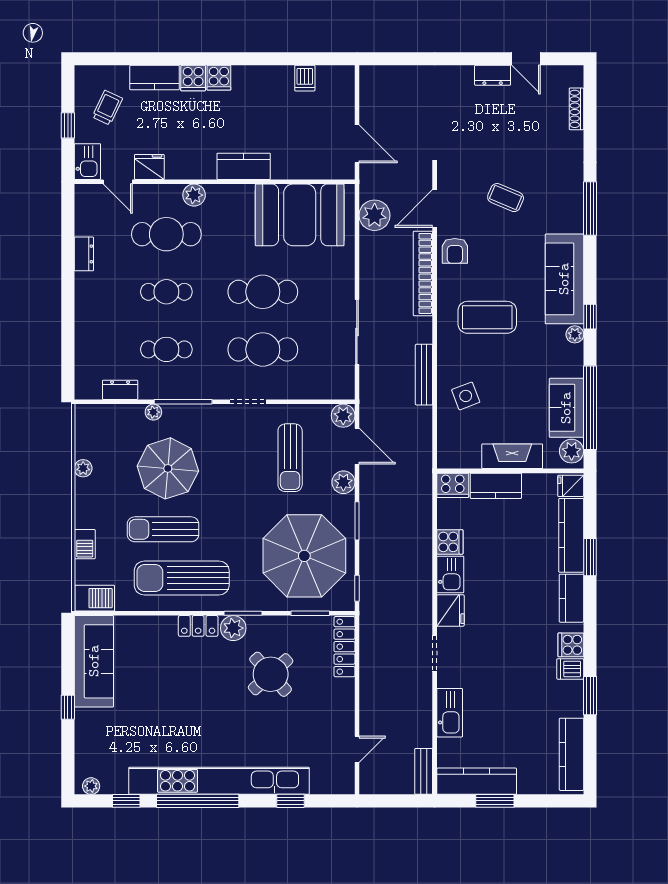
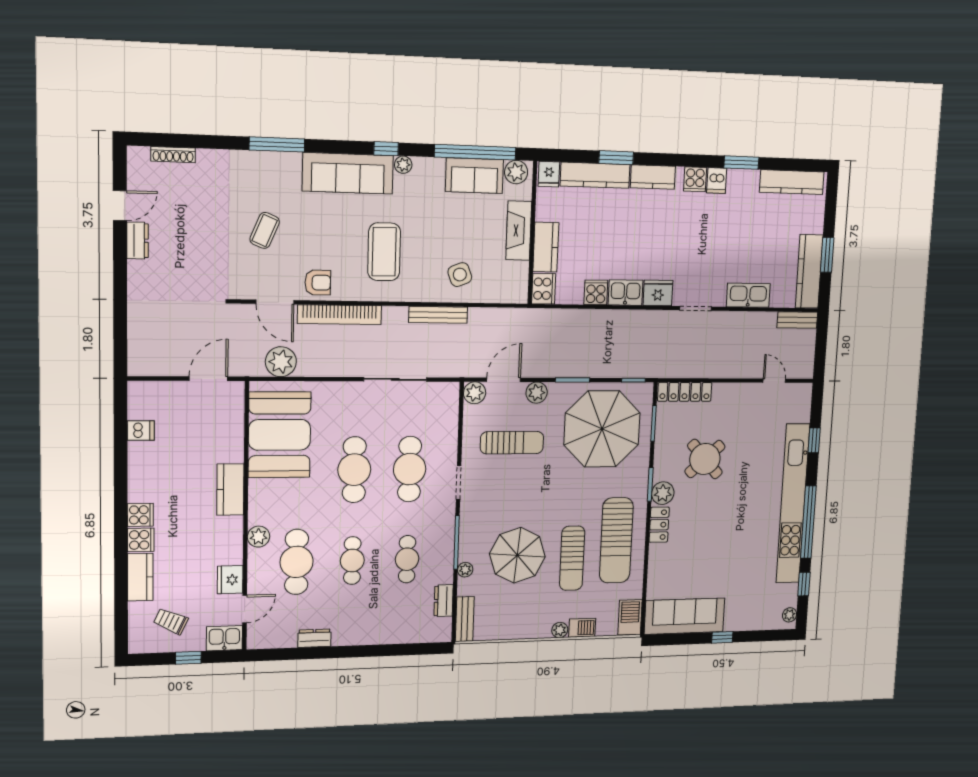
bench: (99, 413) -> (465, 619), added
plant: (83, 468) -> (560, 630), moved

